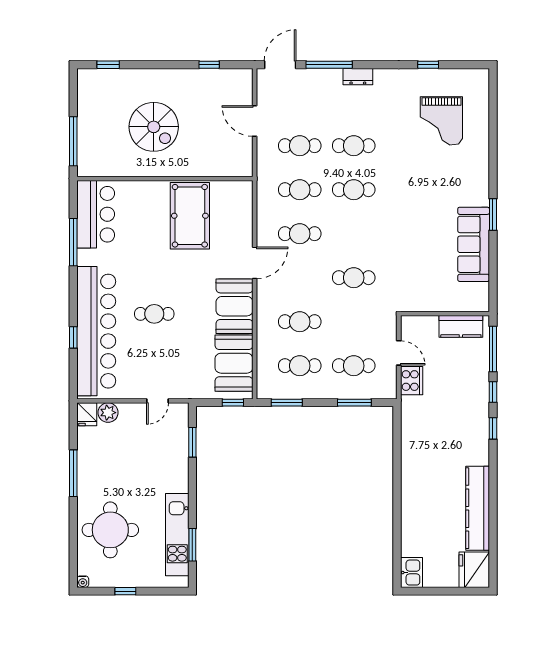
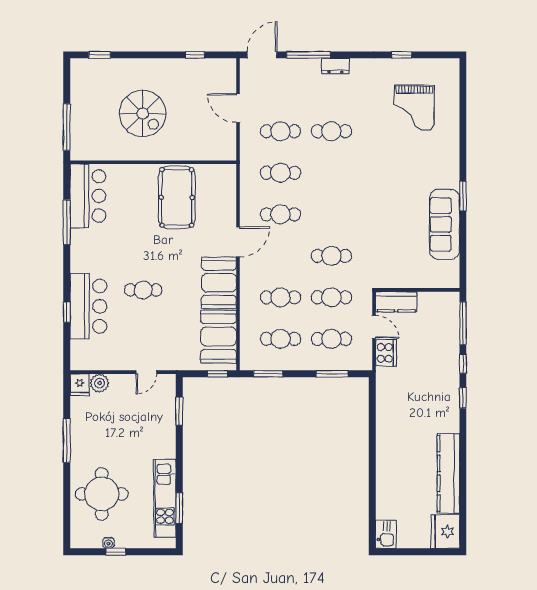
cafe table: (354, 190) -> (331, 297), moved
kitchen counter: (461, 326) -> (396, 302), moved
bar counter: (96, 331) -> (88, 306), width x0.54
water cooler: (83, 582) -> (108, 543), moved

